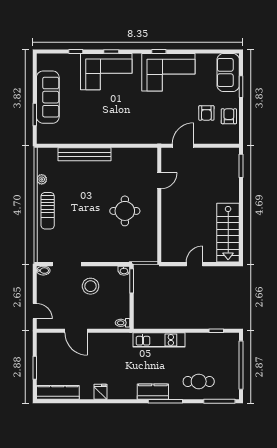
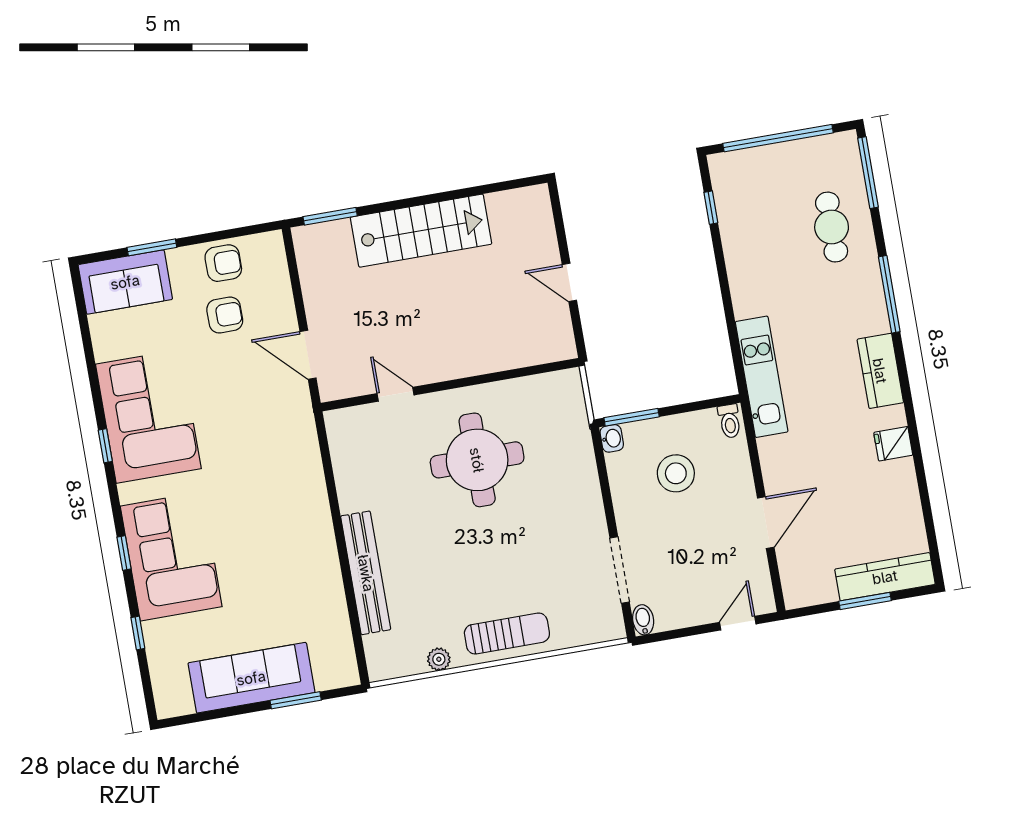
armchair: (229, 116) -> (223, 263), turned 180
round table: (125, 211) -> (477, 460), width x1.36, depth x1.36
stairs: (228, 233) -> (421, 231), moved
stool: (91, 286) -> (676, 473), moved
kitchen unit: (159, 340) -> (762, 377), moved
kitchen counter: (58, 392) -> (885, 577), moved, turned 90
kitchen counter: (153, 392) -> (880, 371), moved

